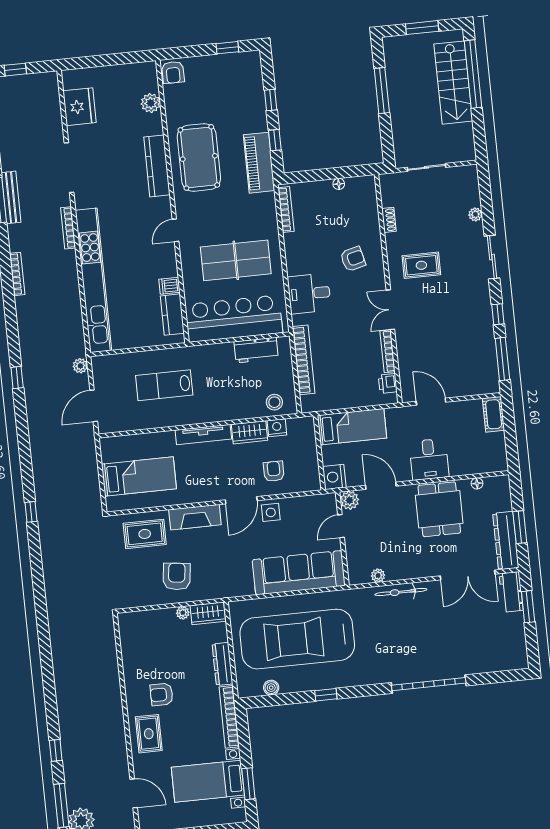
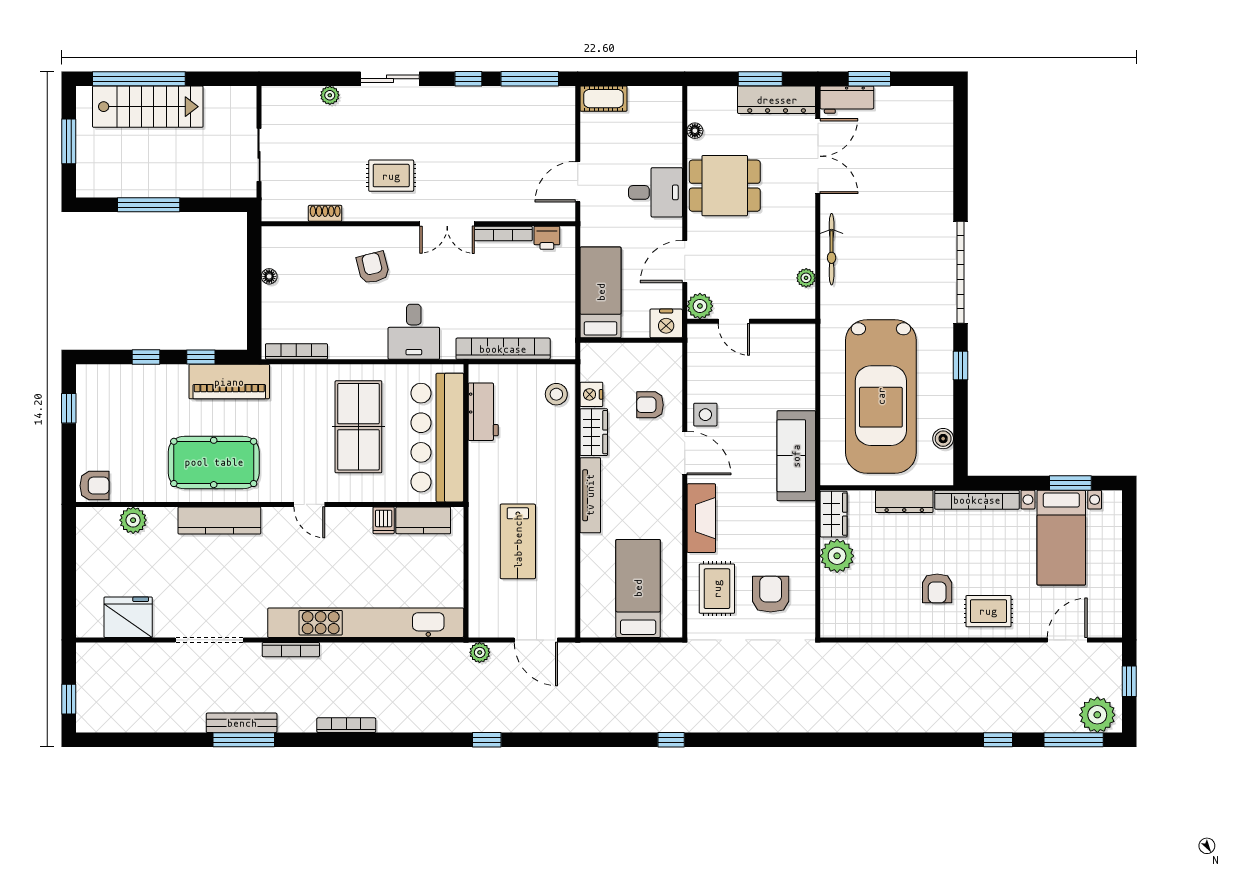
rug: (421, 265) -> (391, 176), turned 90
sofa: (299, 573) -> (796, 456), moved, width x0.74, depth x0.79
armchair: (177, 576) -> (771, 594), moved, turned 83
plant: (183, 613) -> (837, 556), width x1.88, depth x1.88
garage door: (429, 684) -> (961, 272), moved

